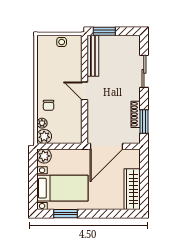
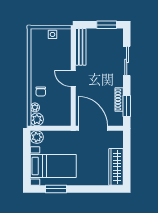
window: (104, 31) -> (107, 25), moved
door: (106, 146) -> (93, 128), swing flipped

